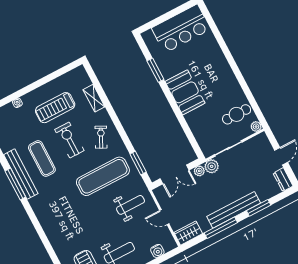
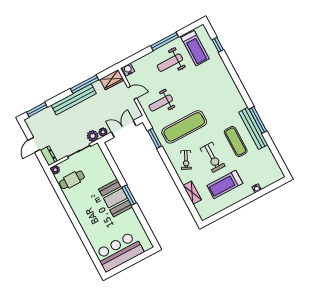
window: (155, 70) -> (129, 195), moved
treadmill: (55, 108) -> (225, 184), turned 180
dresser: (283, 180) -> (49, 156), moved
window: (259, 208) -> (37, 110), moved
water cooler: (157, 251) -> (128, 69), moved

